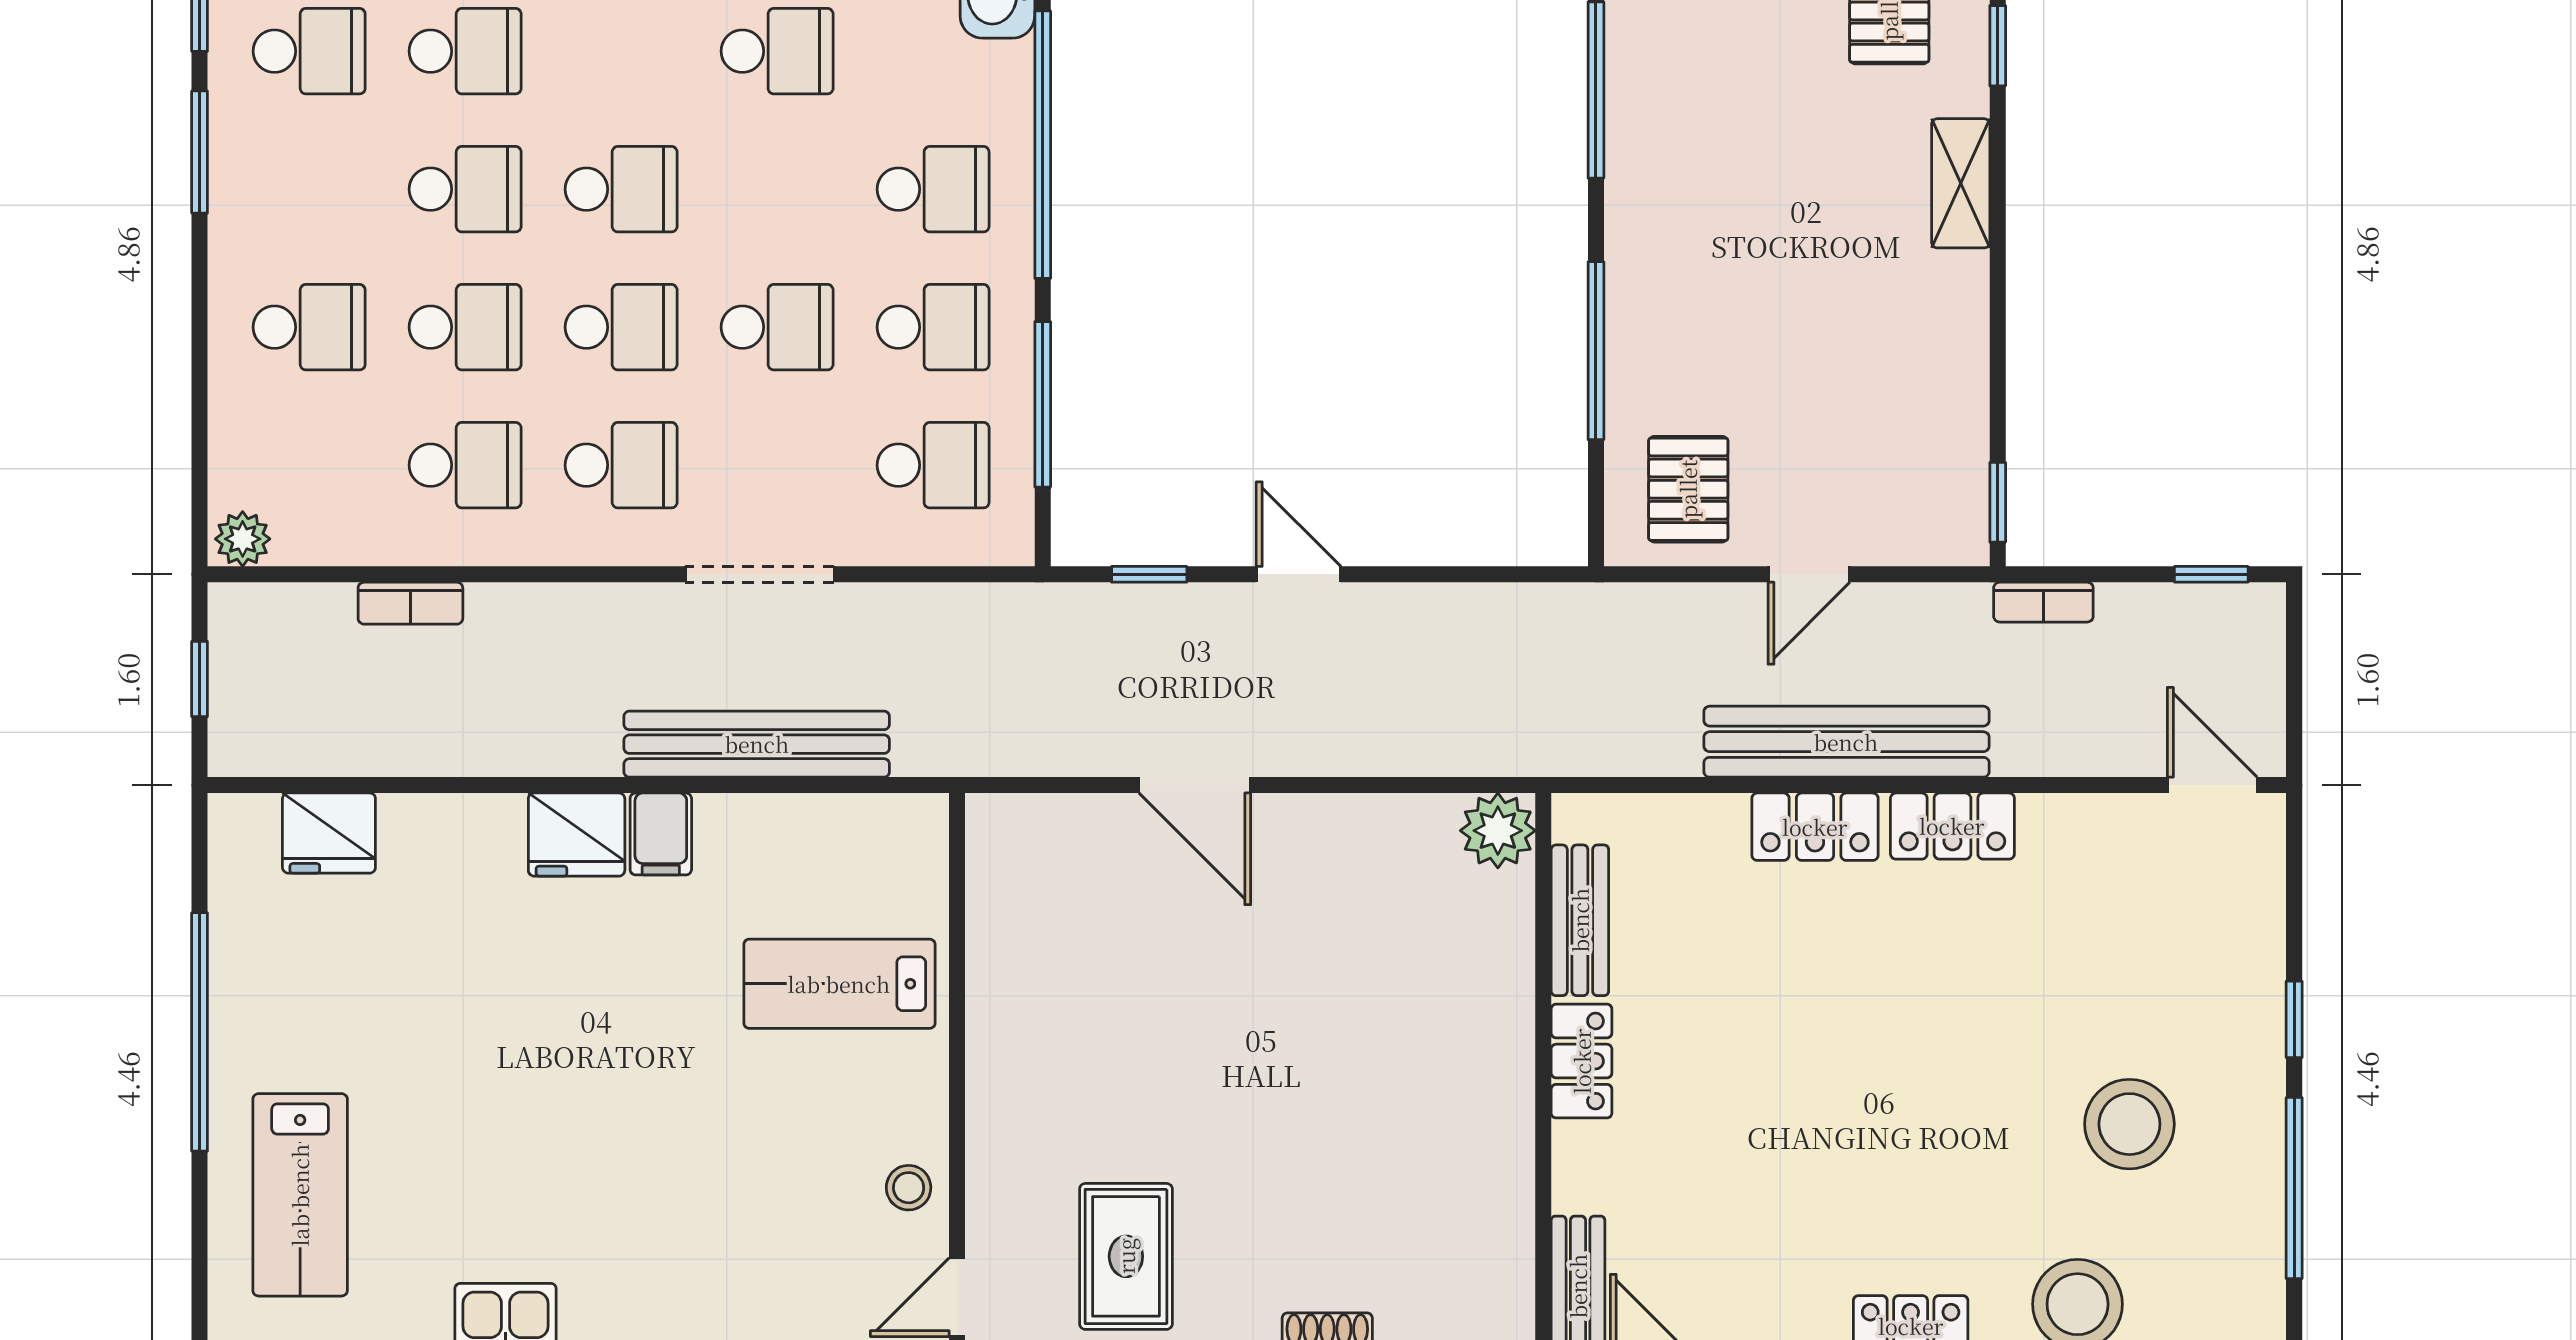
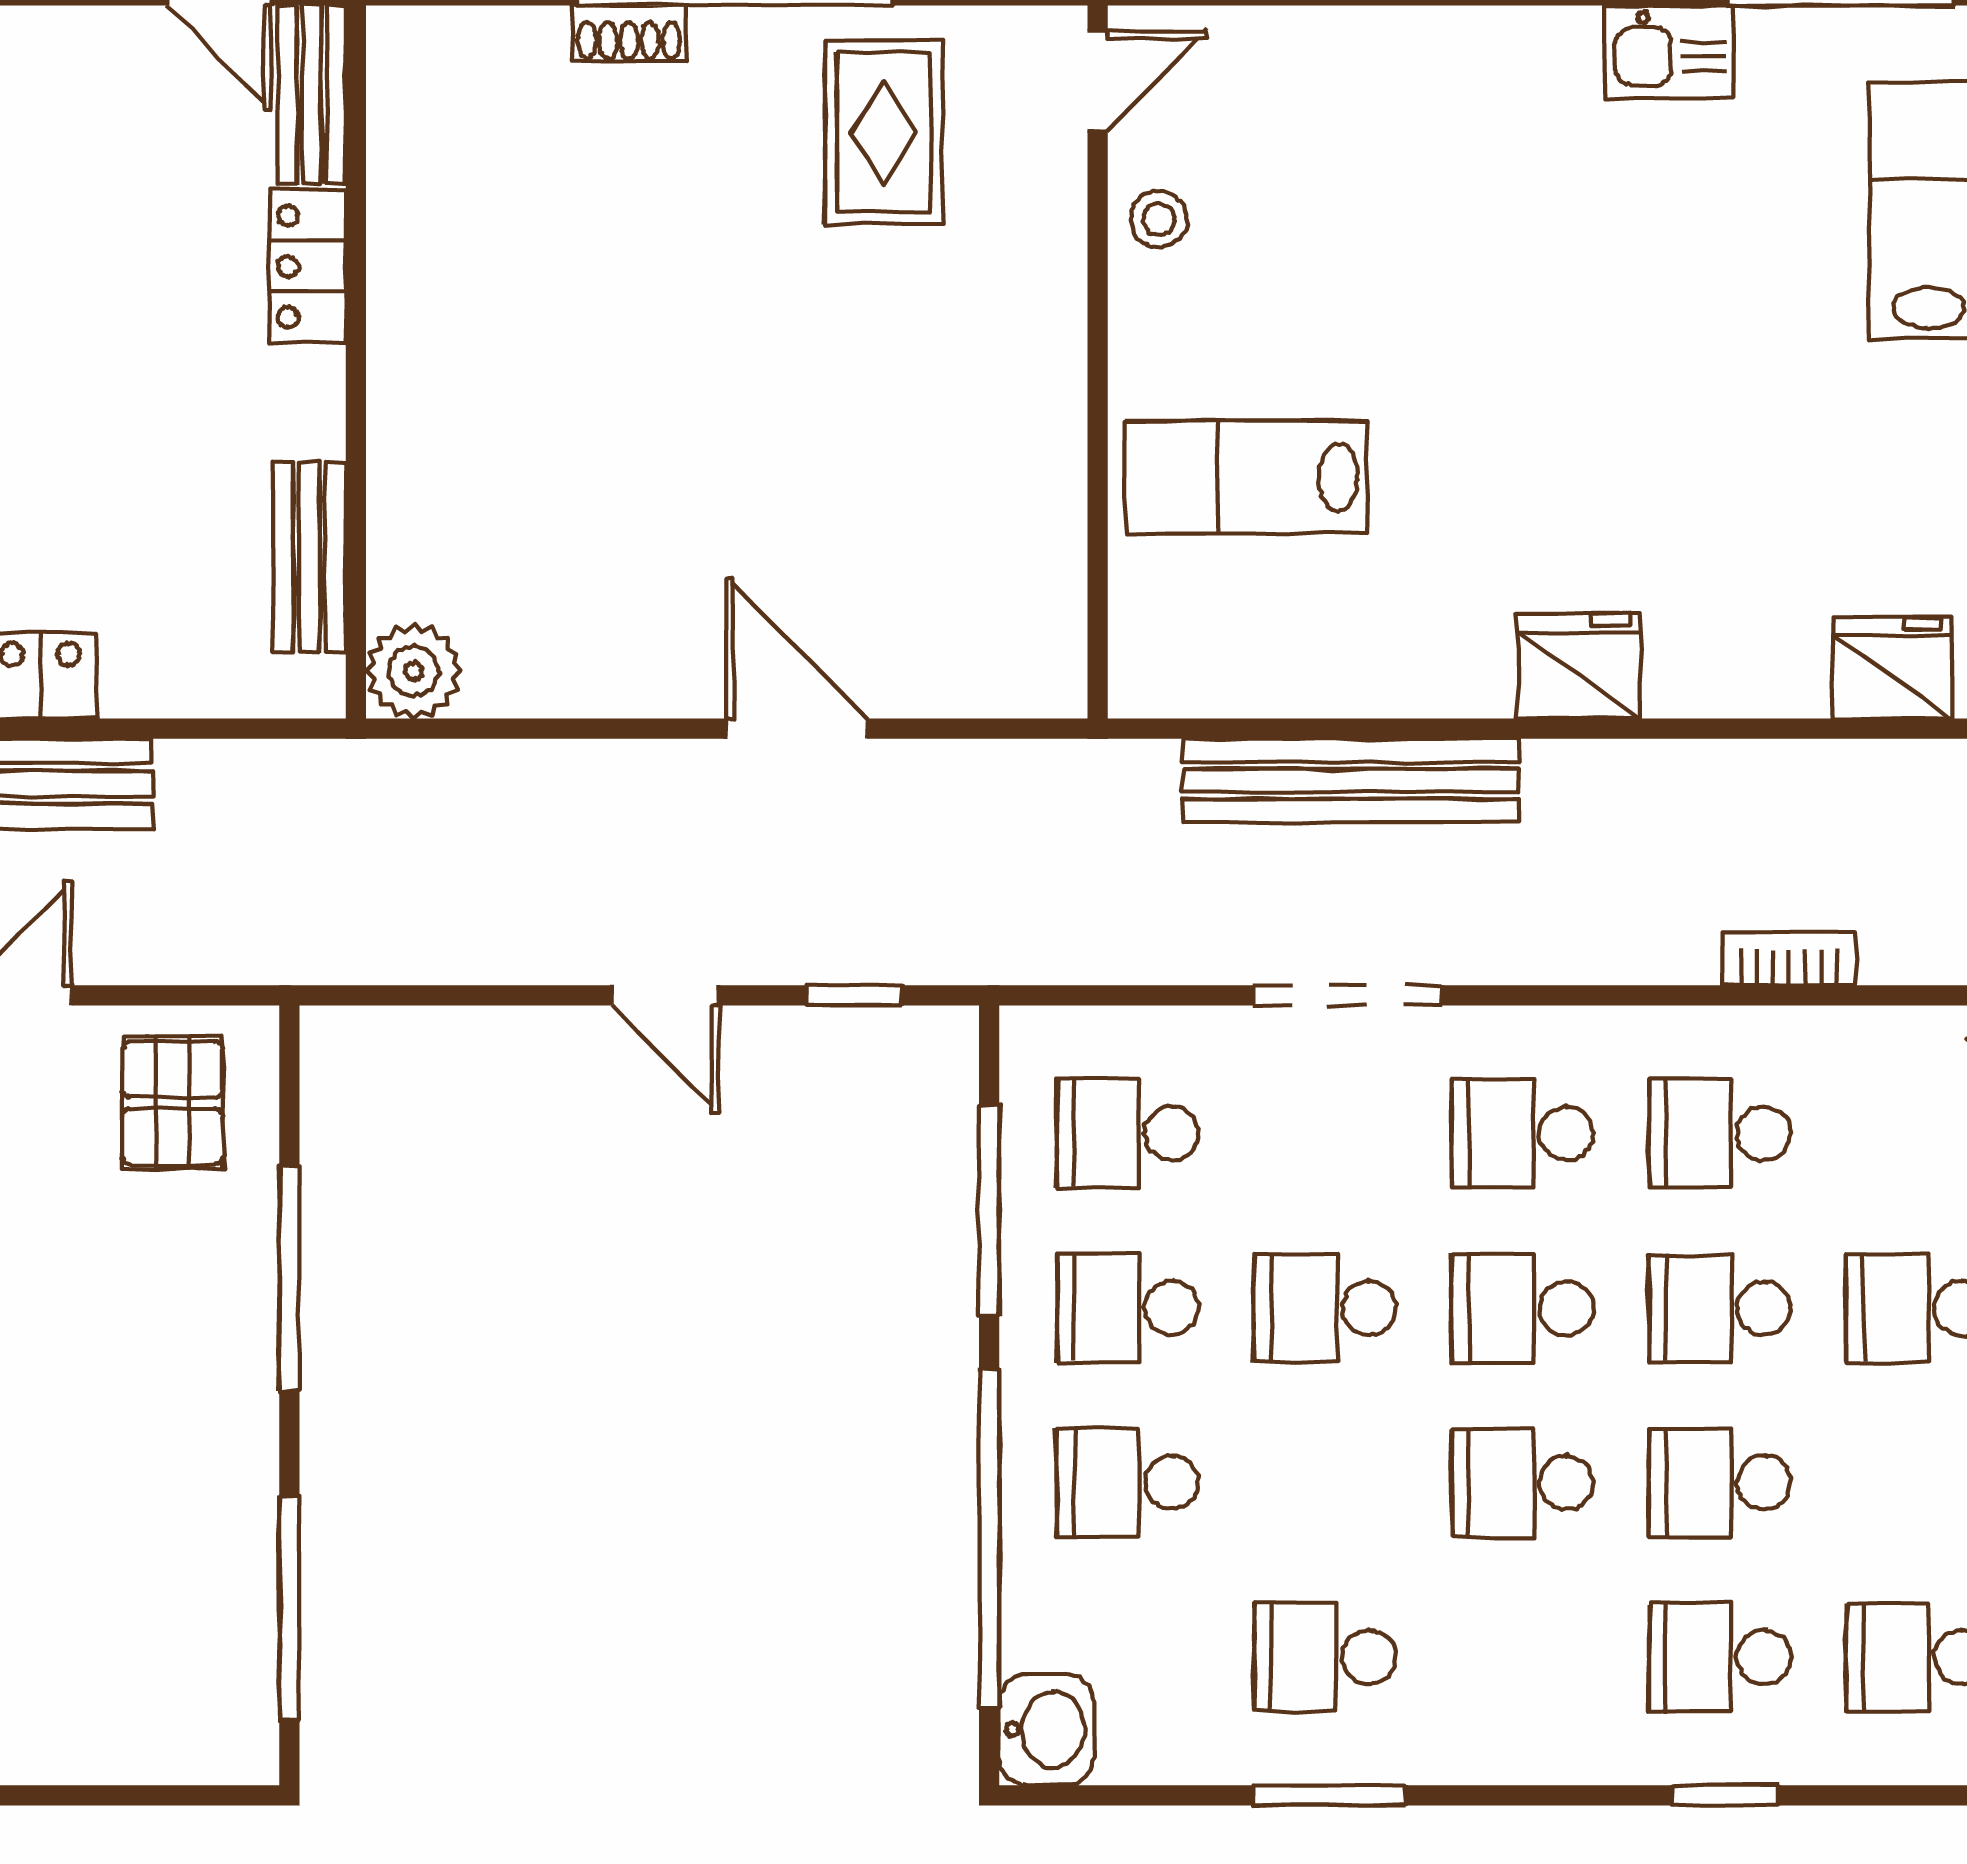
filing cabinet: (661, 834) -> (1472, 667), removed
lab bench: (839, 984) -> (1246, 477), turned 180
locker: (1582, 1061) -> (308, 266), moved

